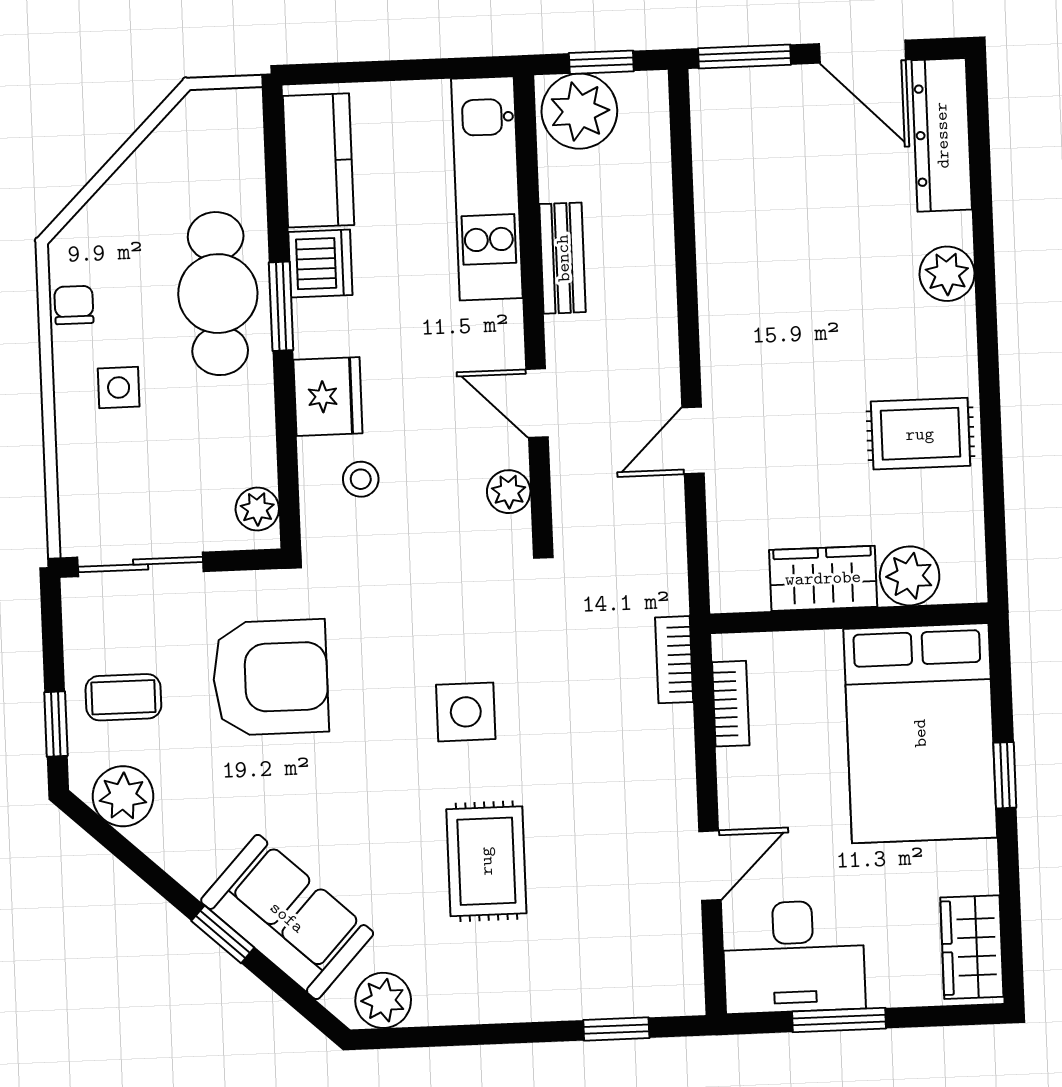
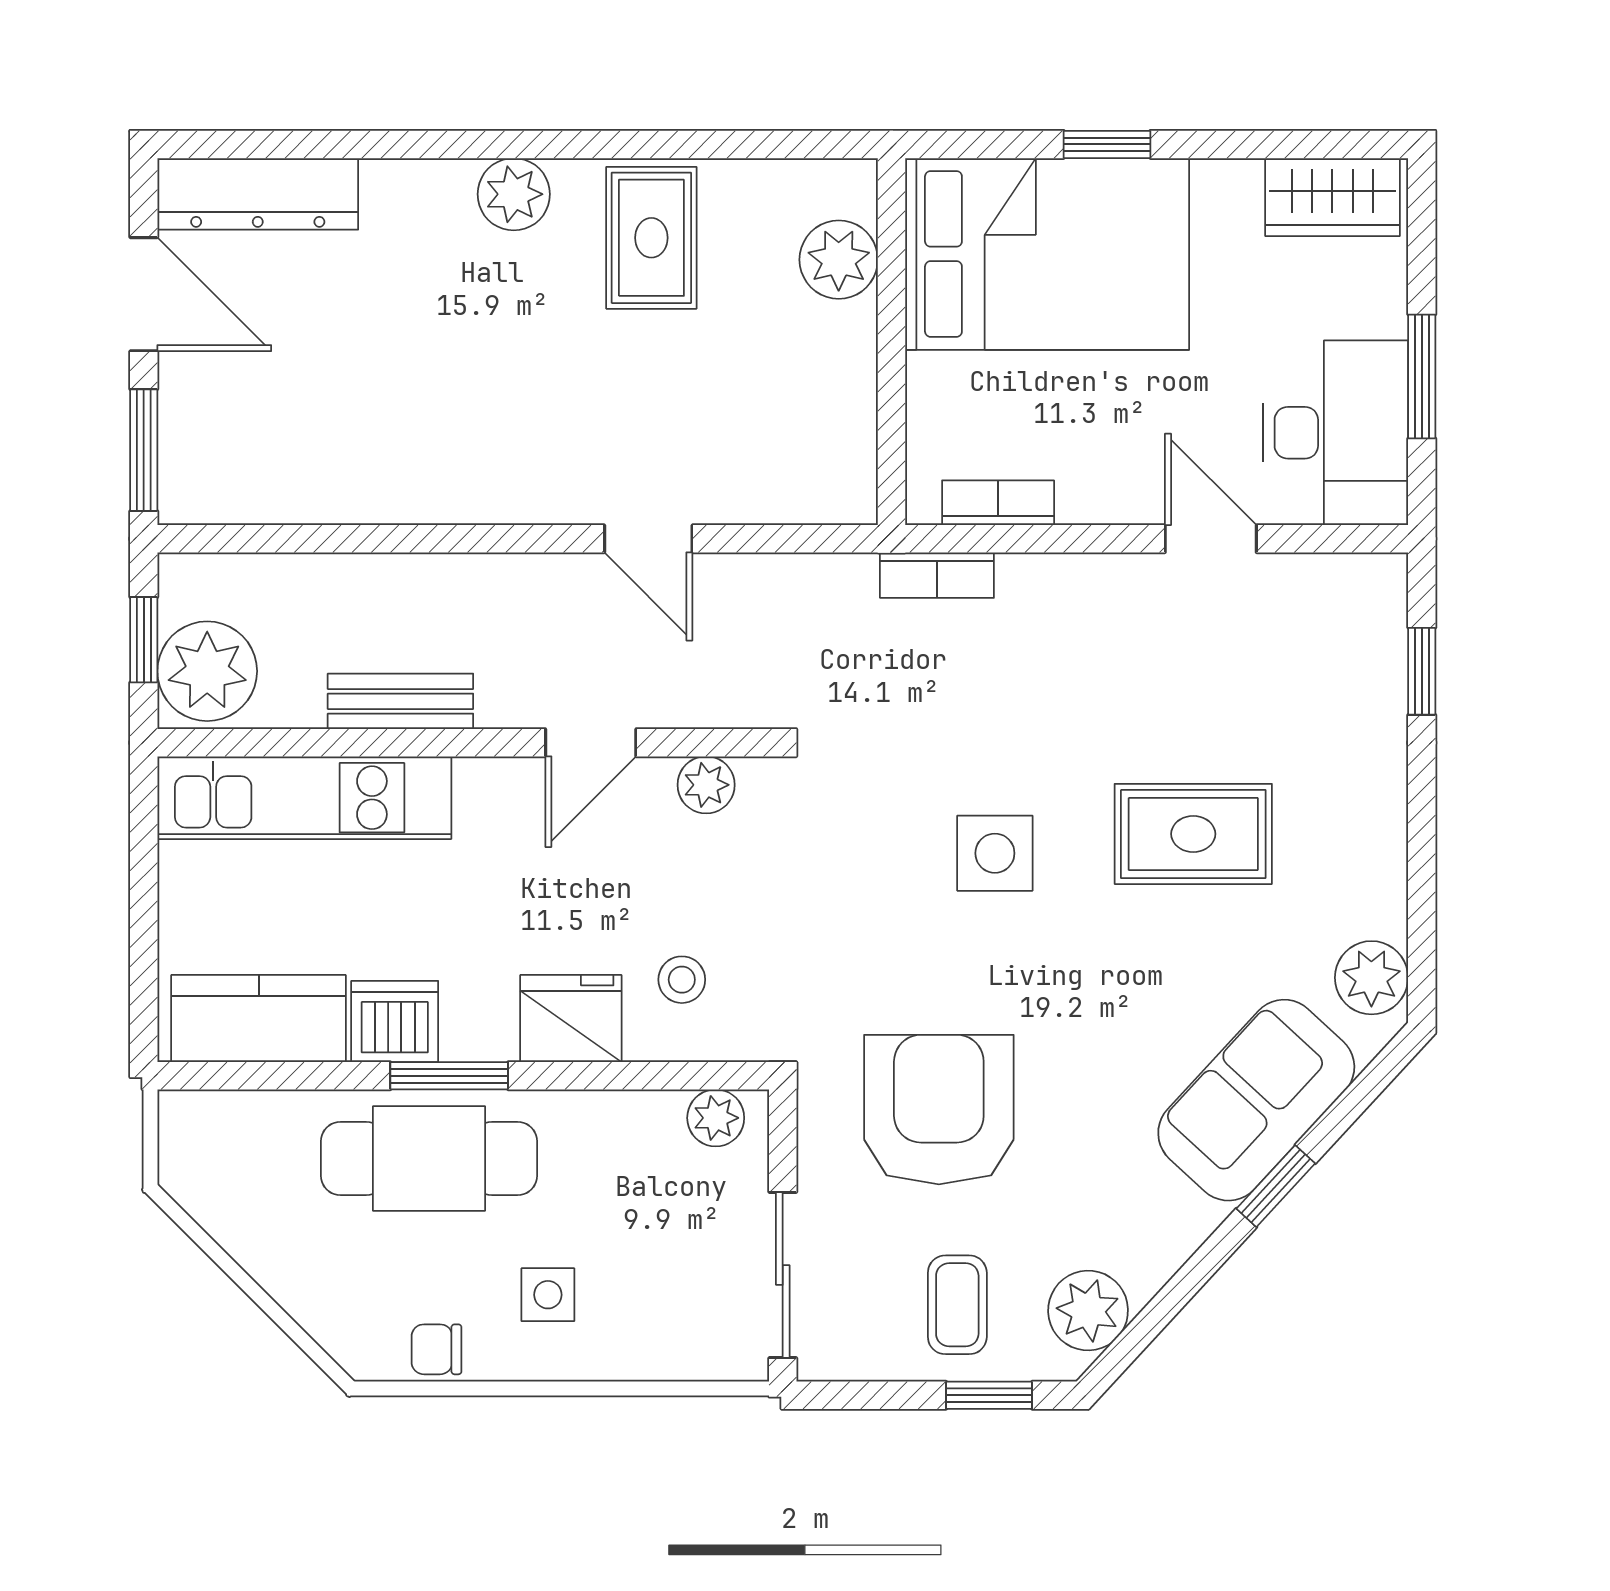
door: (862, 52) -> (144, 294), hinge flipped
plant: (947, 274) -> (514, 194), moved
wardrobe: (823, 578) -> (837, 374), removed

